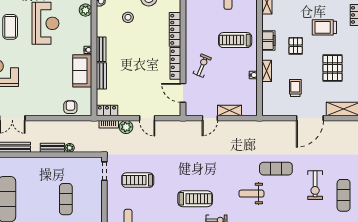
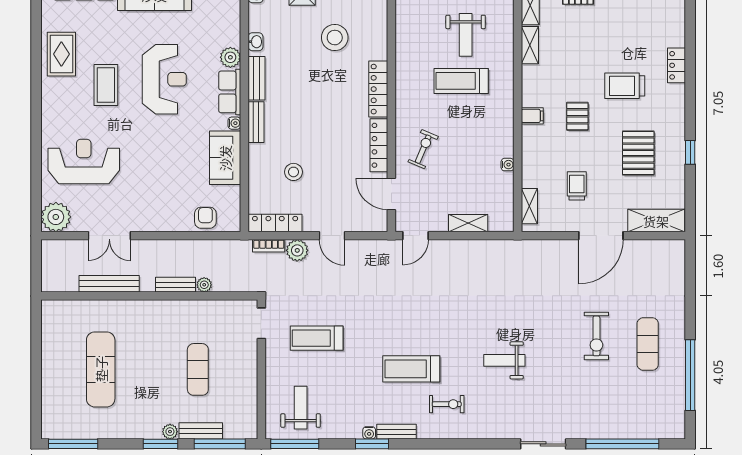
stool: (128, 17) -> (294, 172), moved
row of seats: (85, 31) -> (230, 92), added
treadmill: (235, 40) -> (461, 81), moved
filing cabinet: (268, 41) -> (532, 116), width x0.50
shelving: (267, 71) -> (529, 206), moved
bench: (101, 76) -> (257, 78), moved
locker: (107, 110) -> (275, 223), width x1.53
door: (210, 118) -> (416, 236), moved
exercise mat: (276, 169) -> (545, 319), removed
exercise bike: (315, 185) -> (596, 336), moved
exercise mat: (344, 195) -> (648, 344), moved
treadmill: (195, 199) -> (411, 369), turned 180

